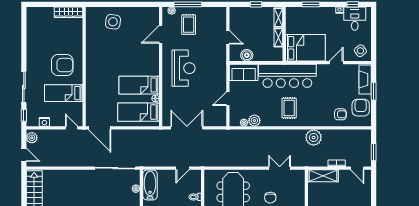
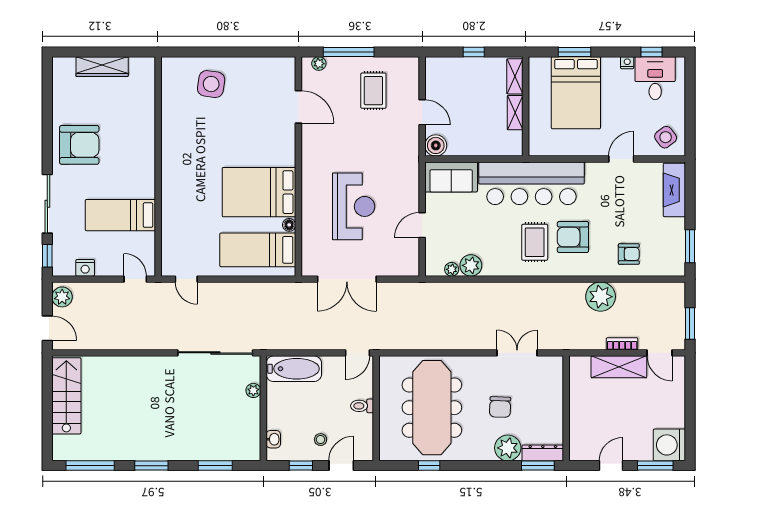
wardrobe: (68, 12) -> (102, 67), moved
rug: (189, 25) -> (373, 91), moved
door: (161, 34) -> (298, 107), swing flipped
bed: (305, 48) -> (576, 93), moved, turned 90
boiler: (247, 55) -> (436, 145), moved
armchair: (62, 65) -> (79, 145), moved
reception desk: (183, 68) -> (354, 206), moved
bed: (139, 85) -> (259, 192), width x1.50
window: (374, 91) -> (690, 246), moved
armchair: (361, 108) -> (573, 237), moved, turned -90
door: (99, 128) -> (186, 279), width x0.53
double door: (187, 128) -> (347, 279), swing flipped
plant: (314, 137) -> (601, 297), moved
door: (182, 168) -> (358, 353), moved
shelving: (323, 176) -> (619, 367), moved
bathtub: (150, 185) -> (294, 369), moved, turned 90

